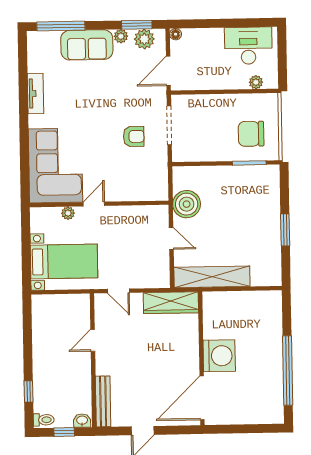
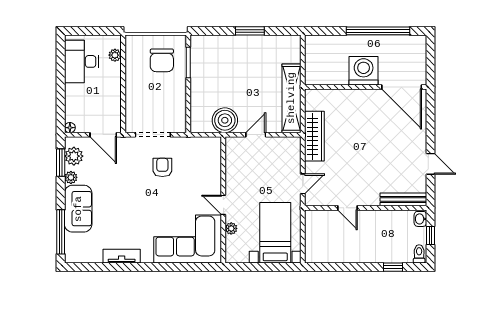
washing machine: (219, 356) -> (364, 71), moved
wall: (201, 358) -> (366, 87), moved
door: (202, 398) -> (402, 87), moved

